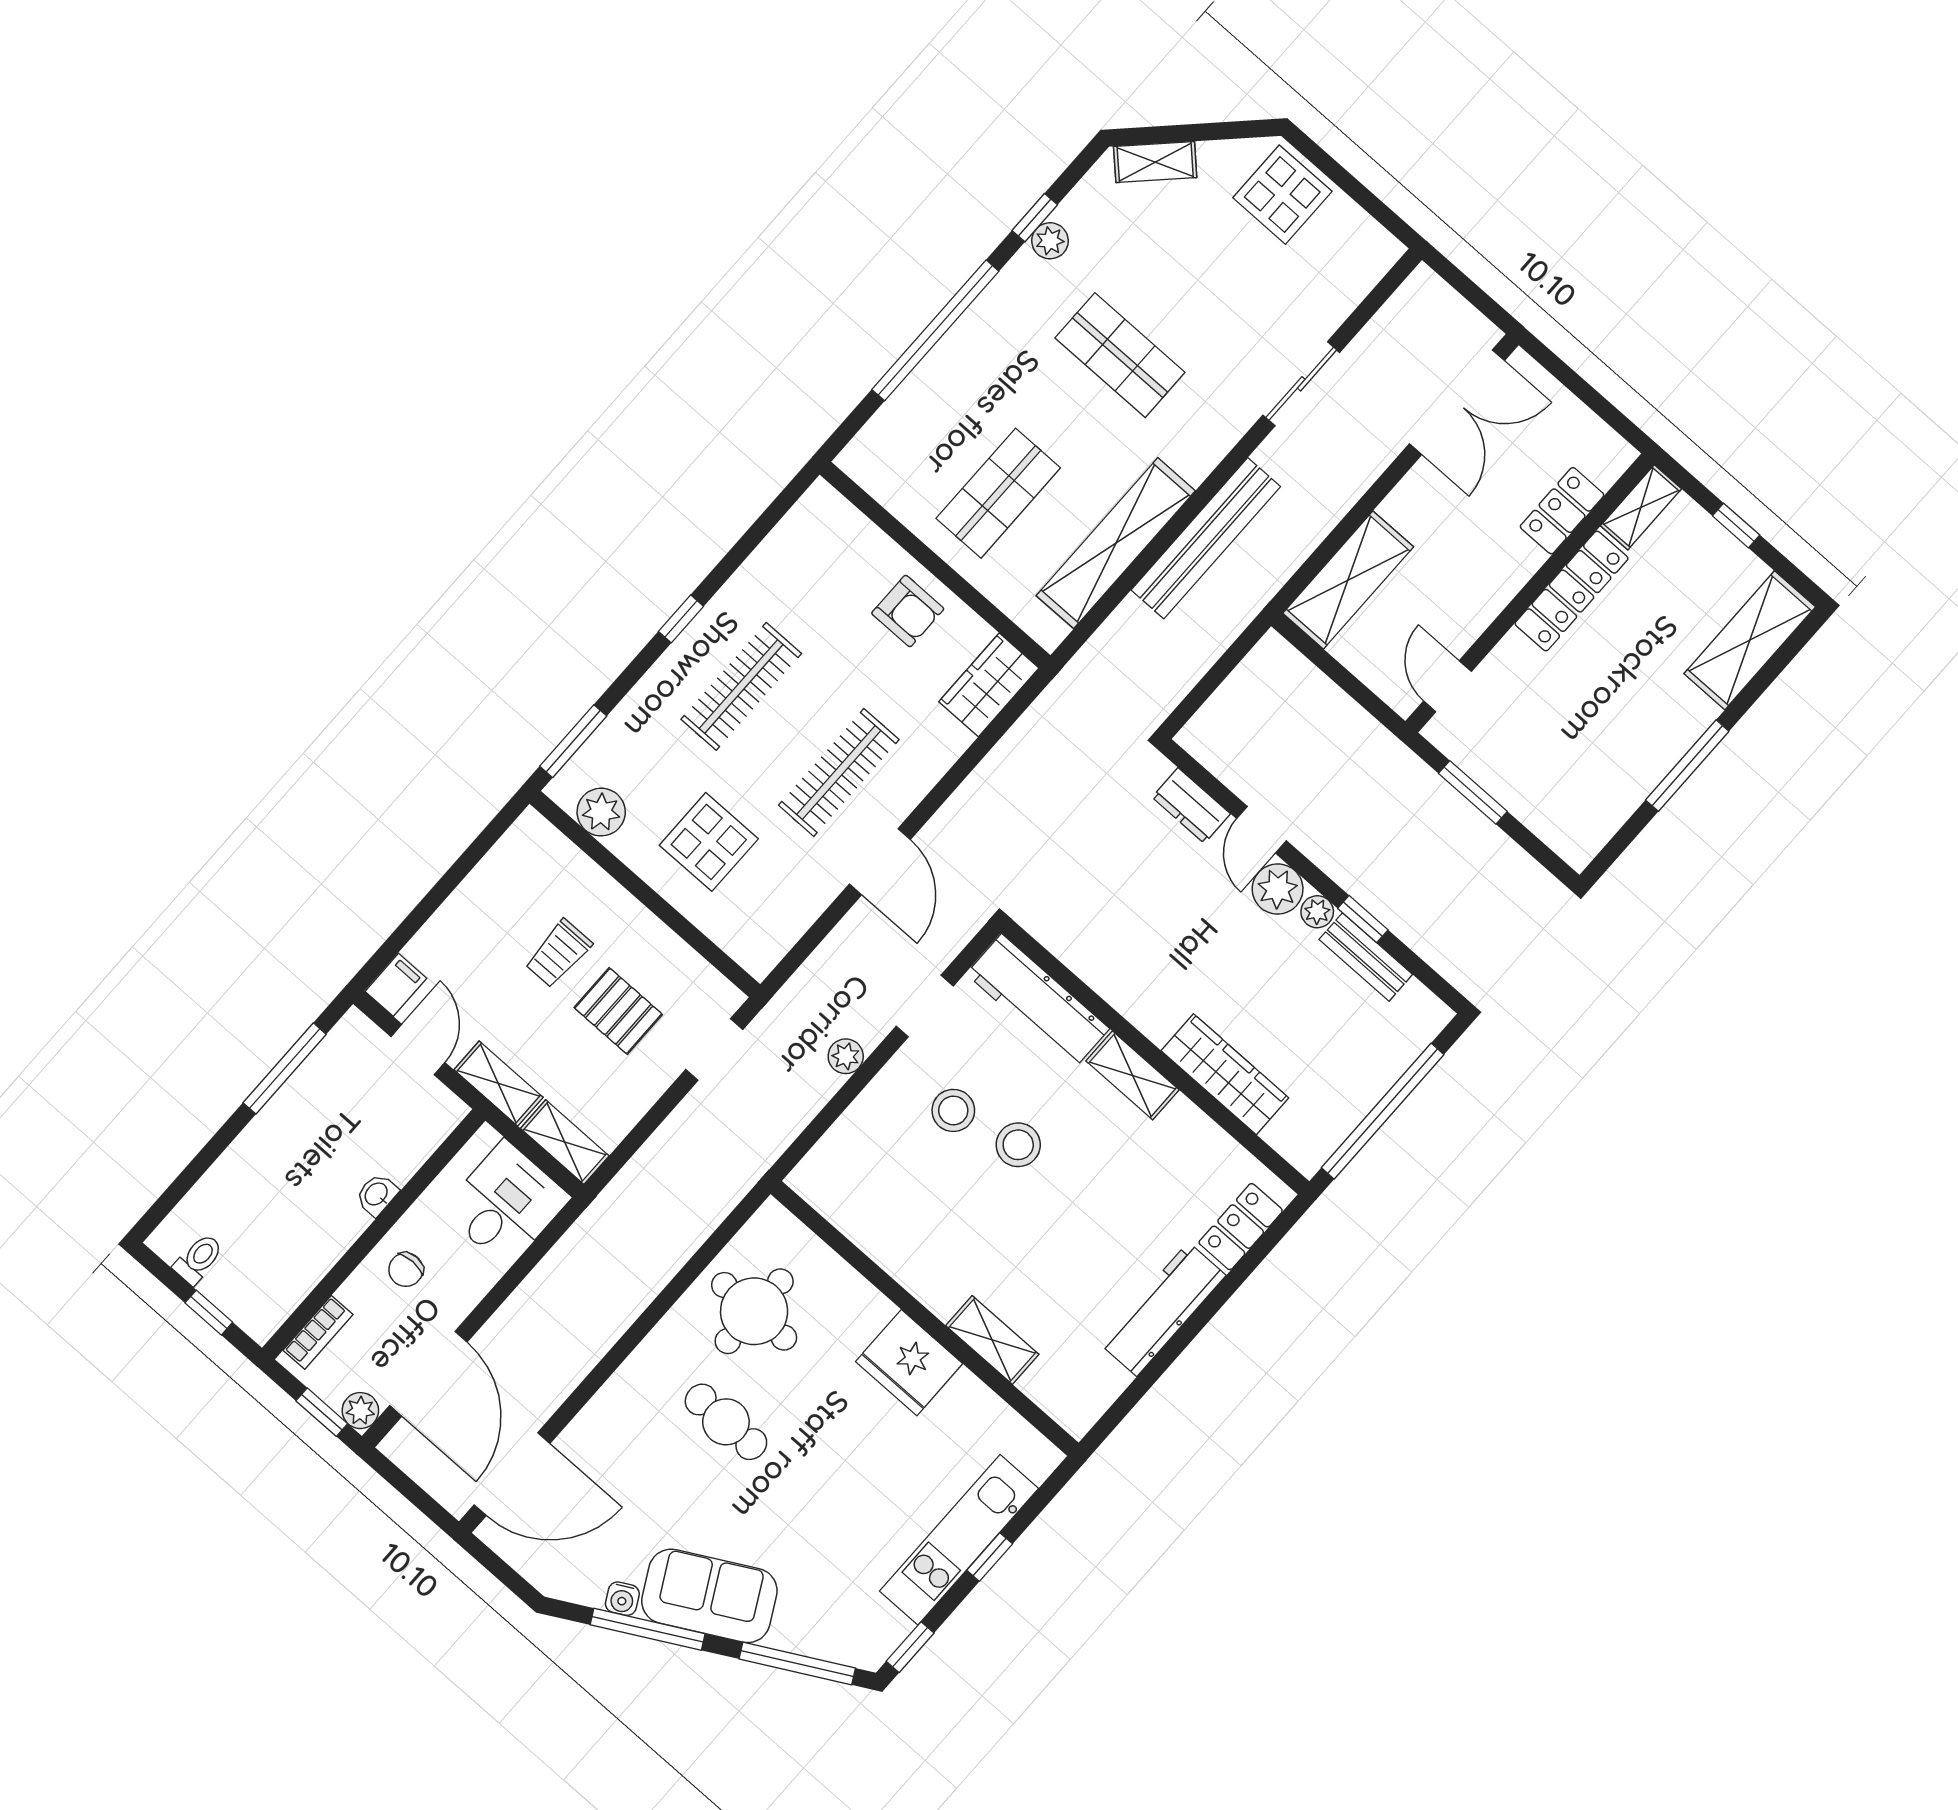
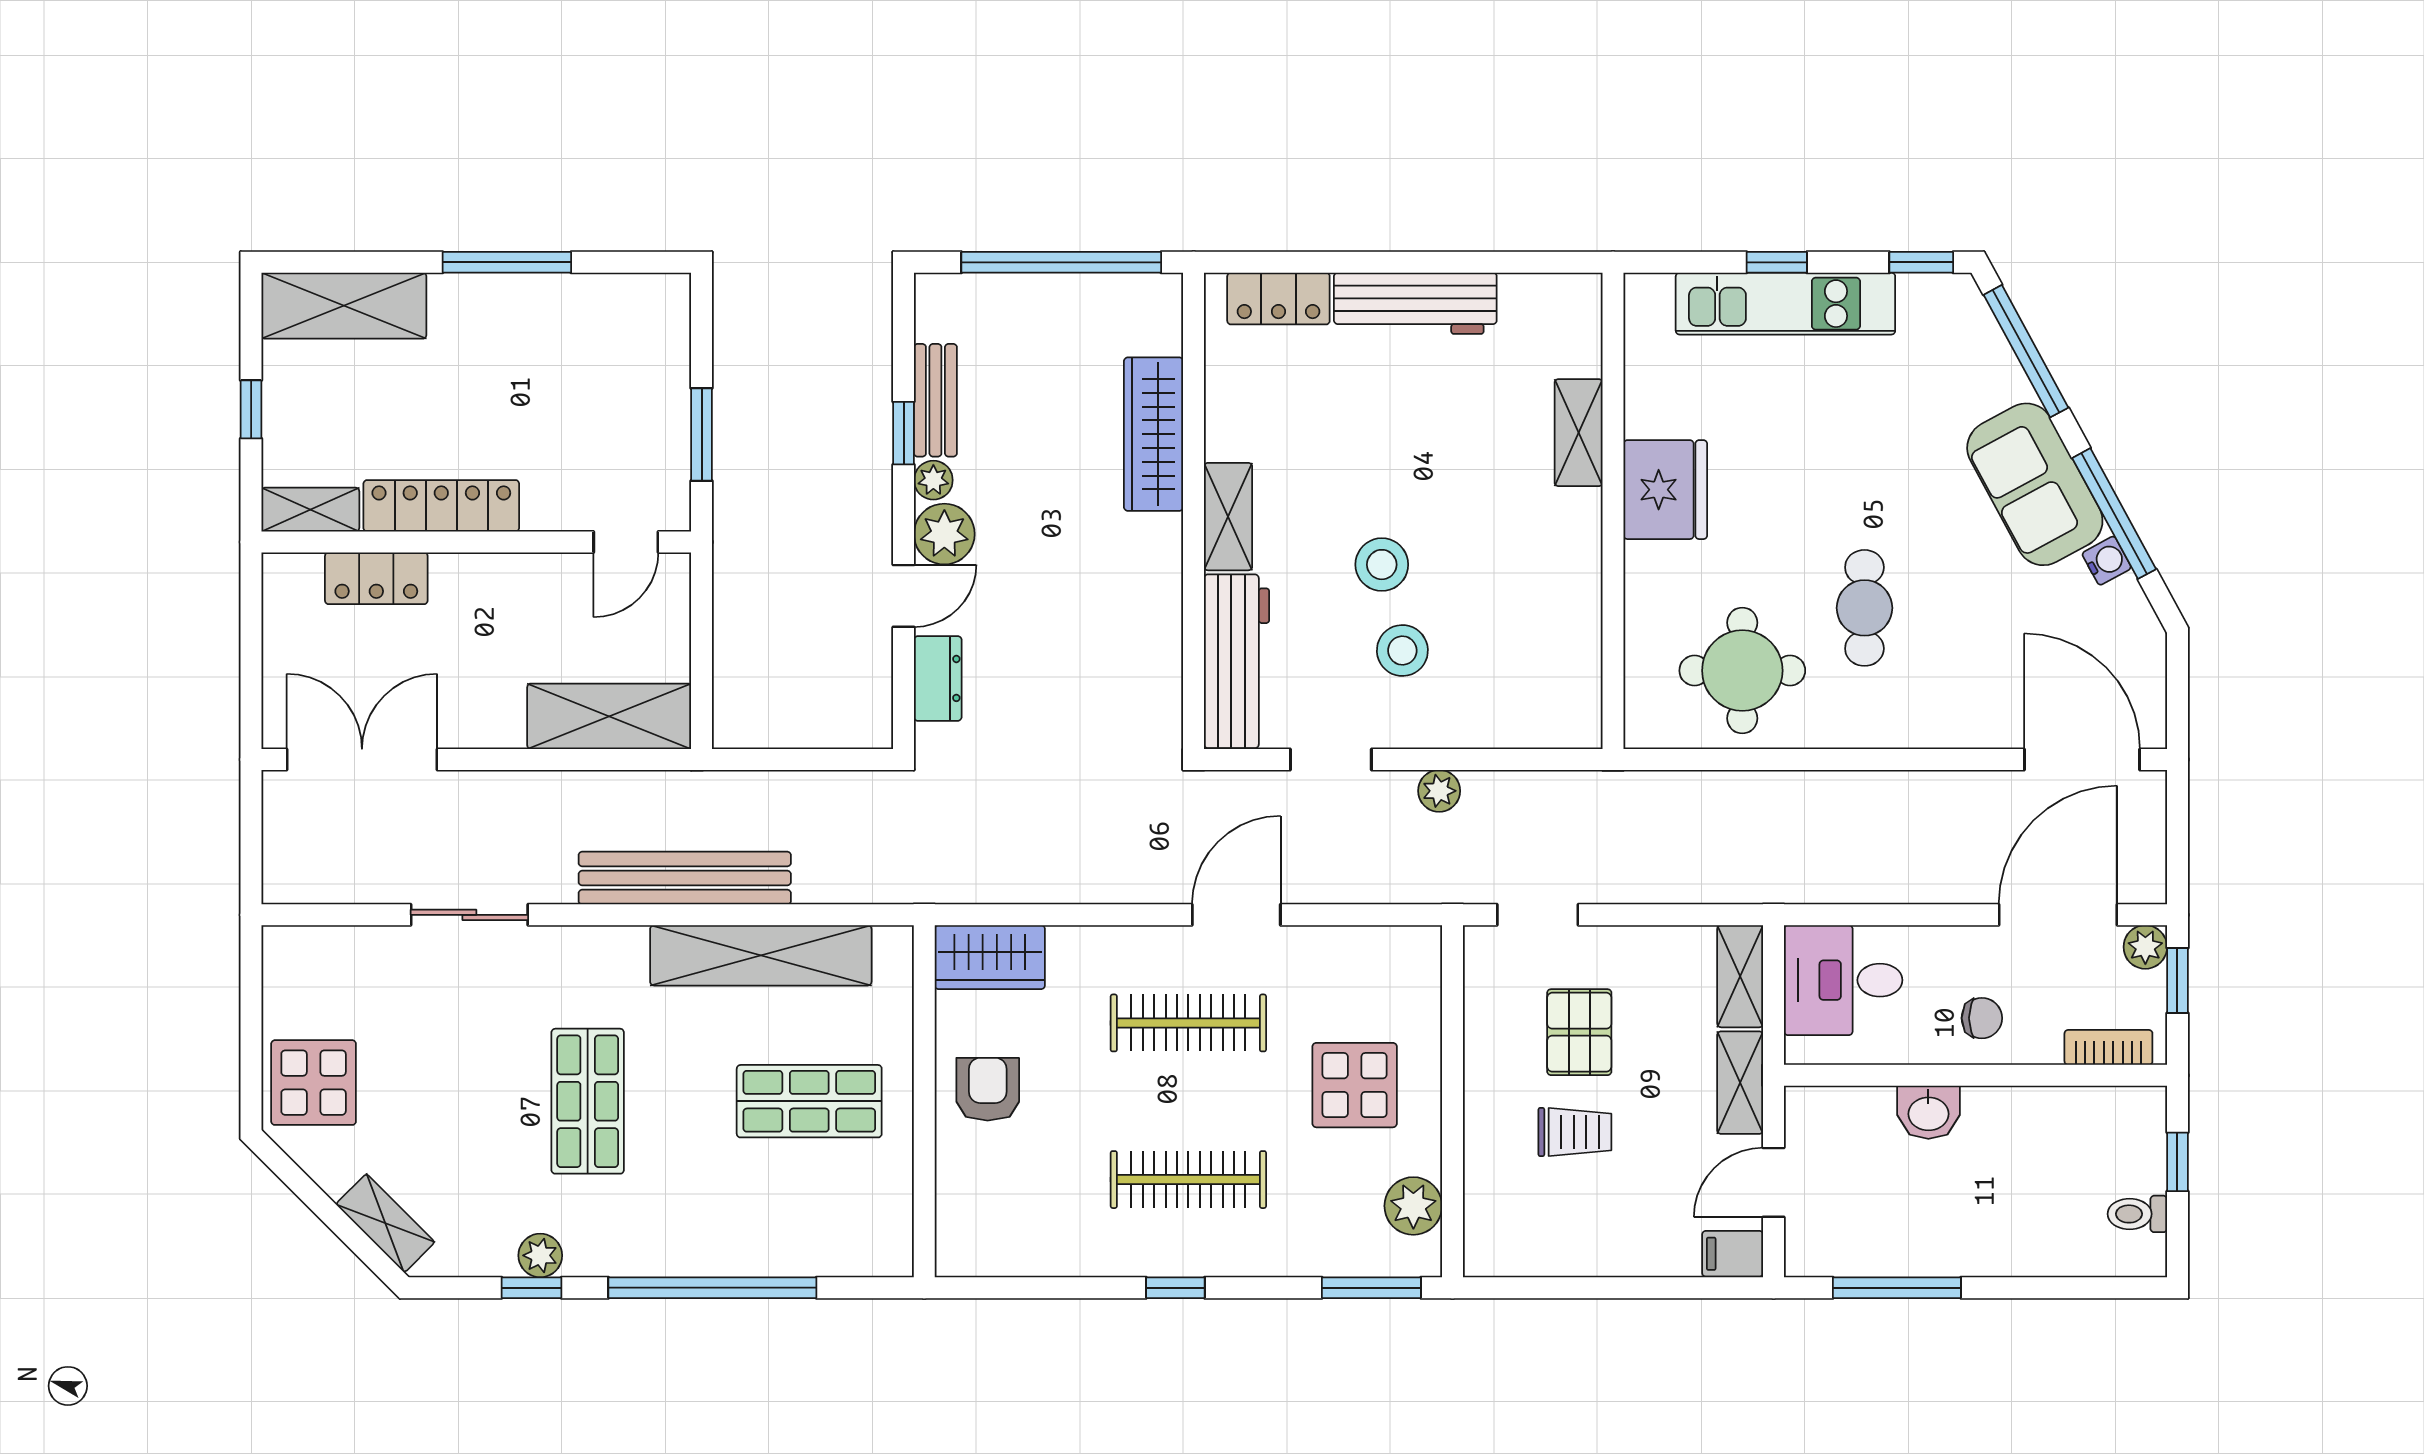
washbasin: (377, 1195) -> (1928, 1112), width x1.38, depth x1.45

